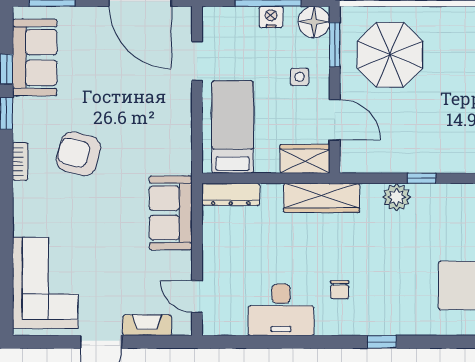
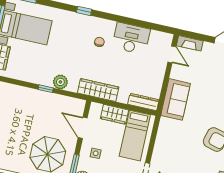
wardrobe: (305, 159) -> (114, 114), moved
fireplace: (147, 325) -> (190, 43), moved

